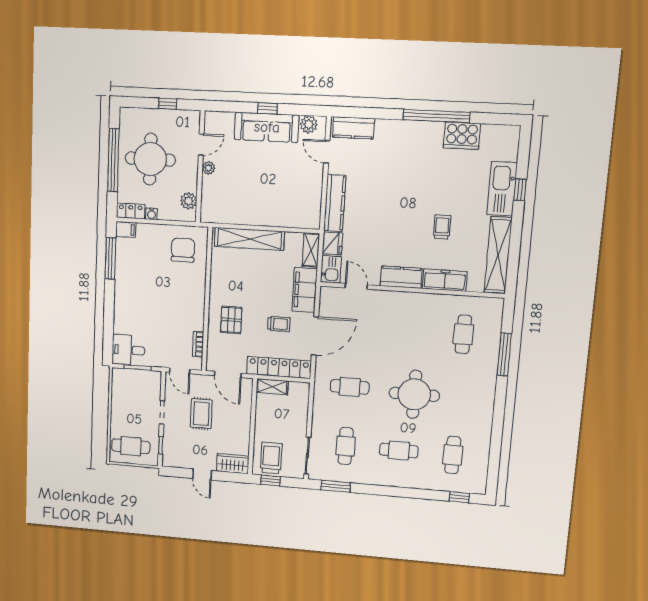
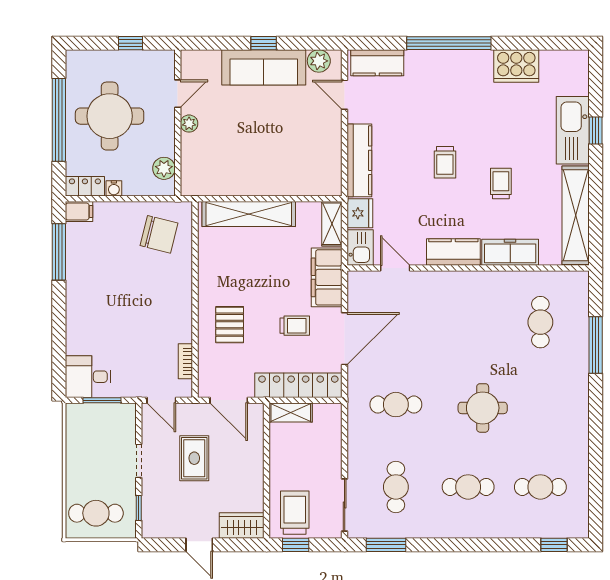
window: (436, 116) -> (449, 43), moved
trolley: (400, 208) -> (445, 162), added
chair: (183, 250) -> (159, 234), turned 104
round table: (414, 394) -> (483, 408), width x0.73, depth x0.73
cafe table: (453, 455) -> (540, 487), turned 90

